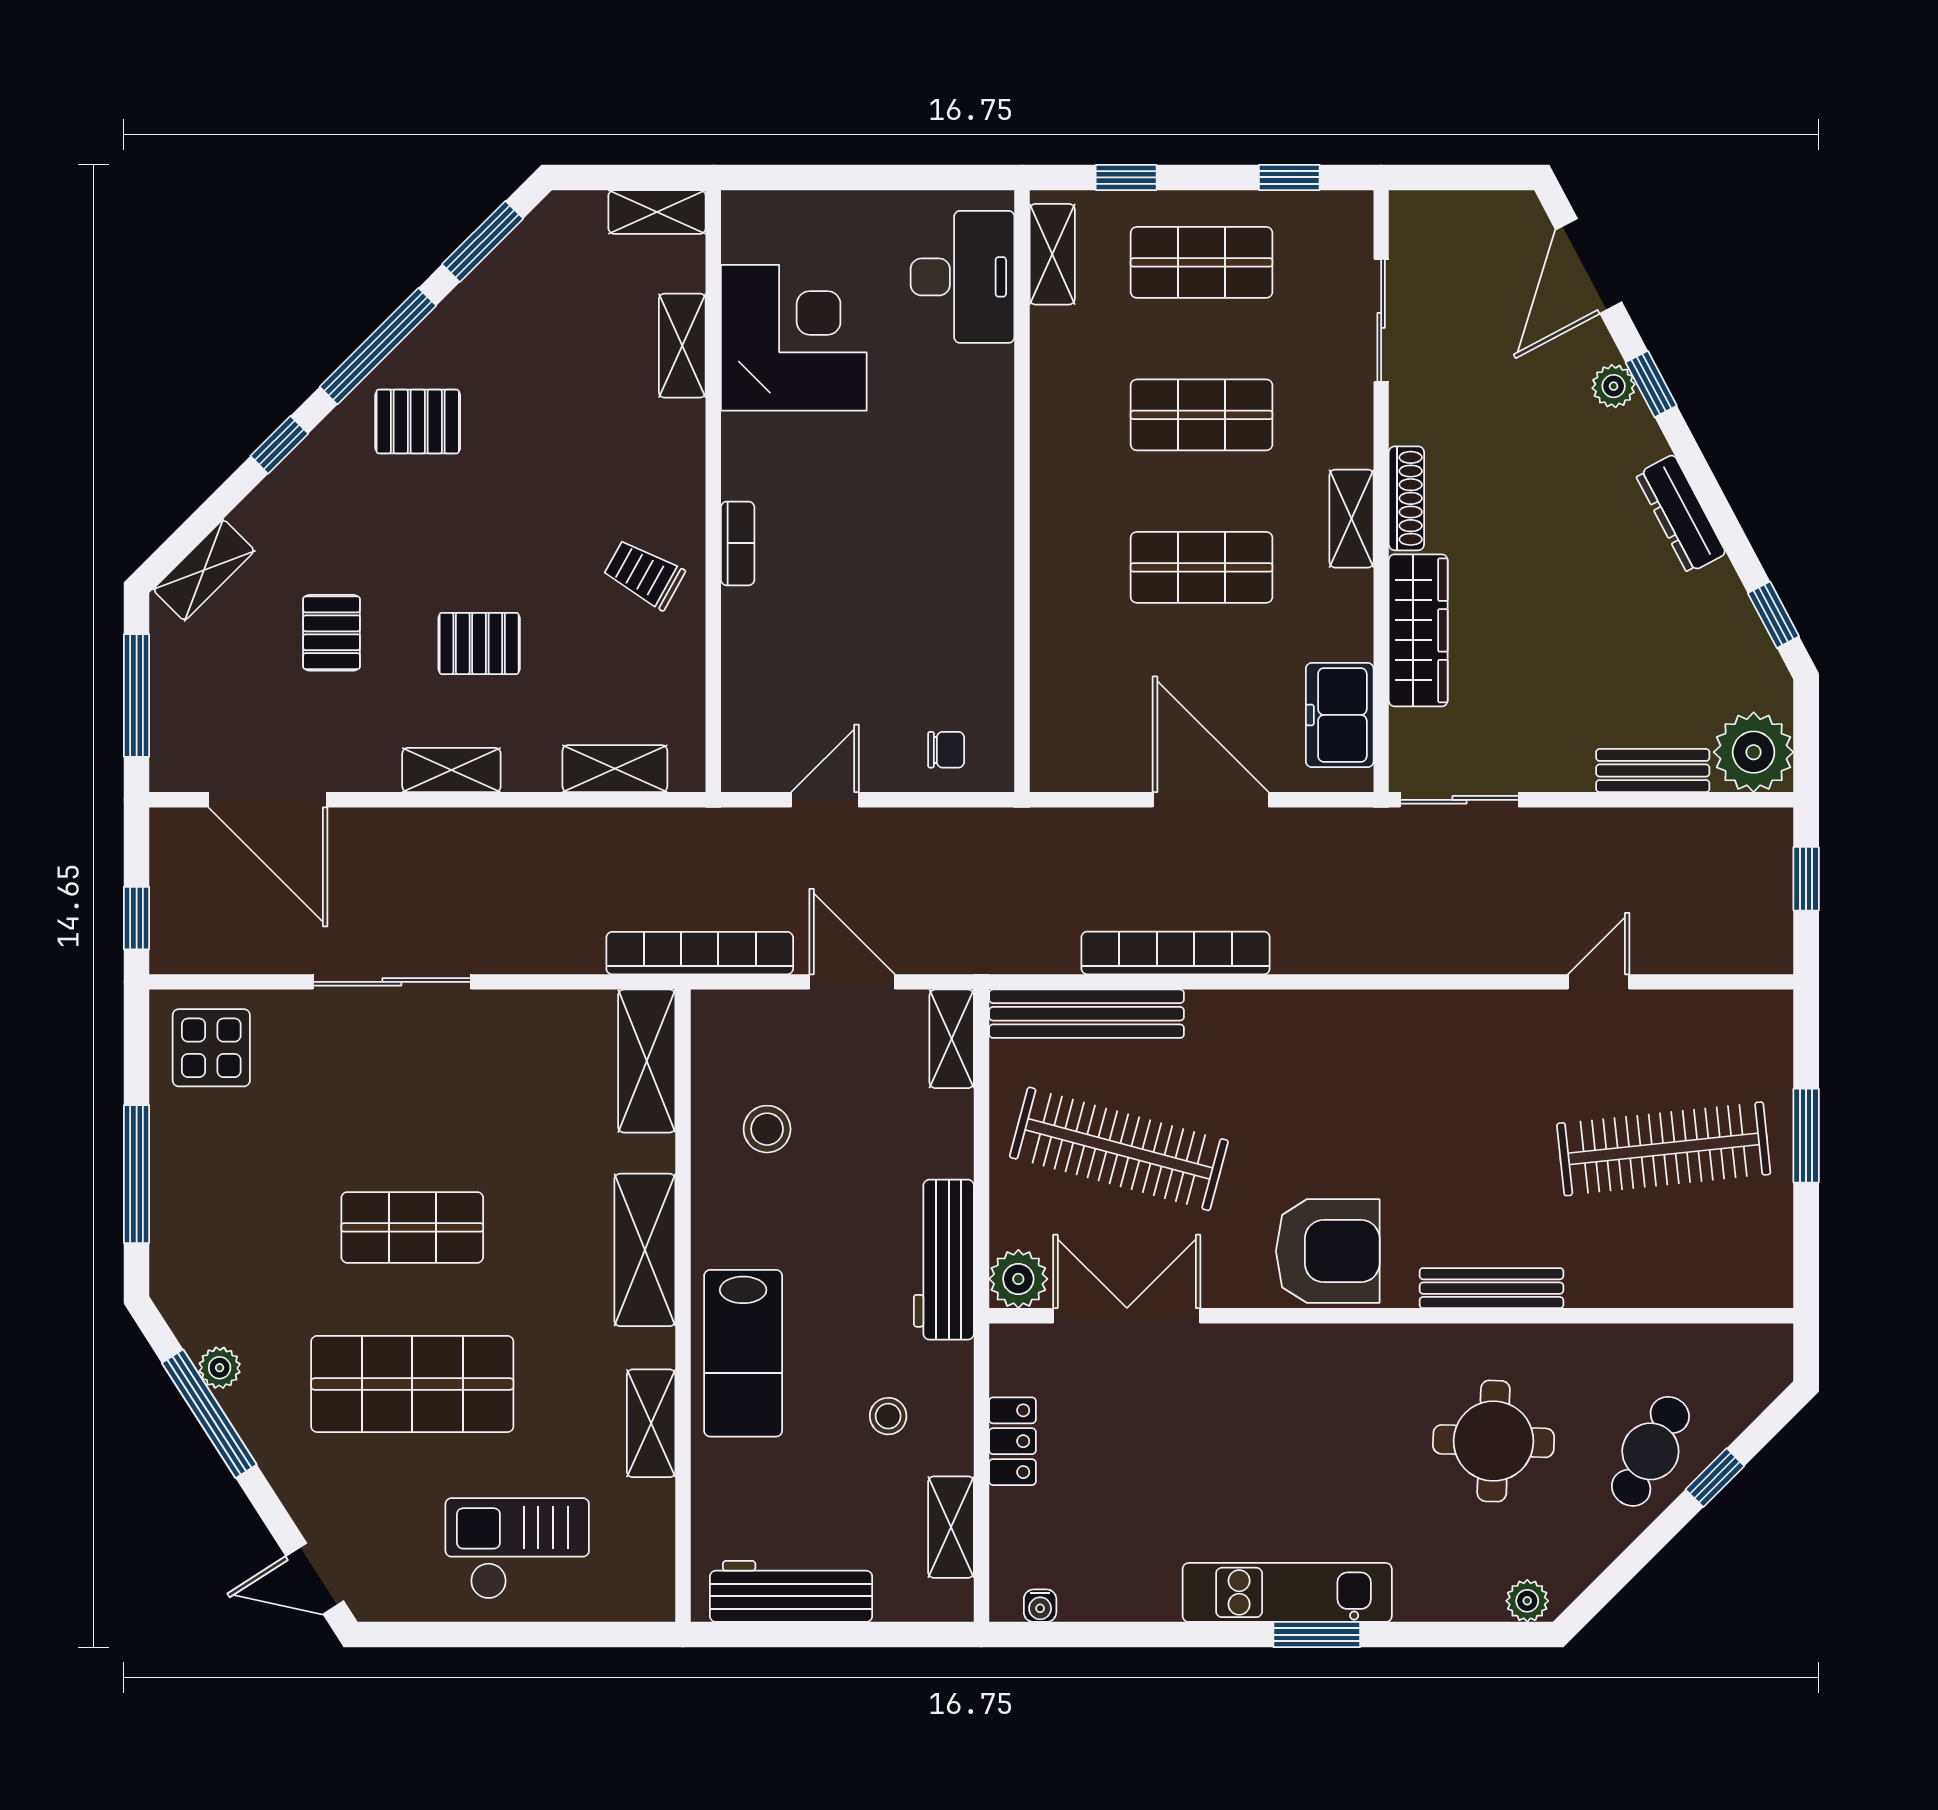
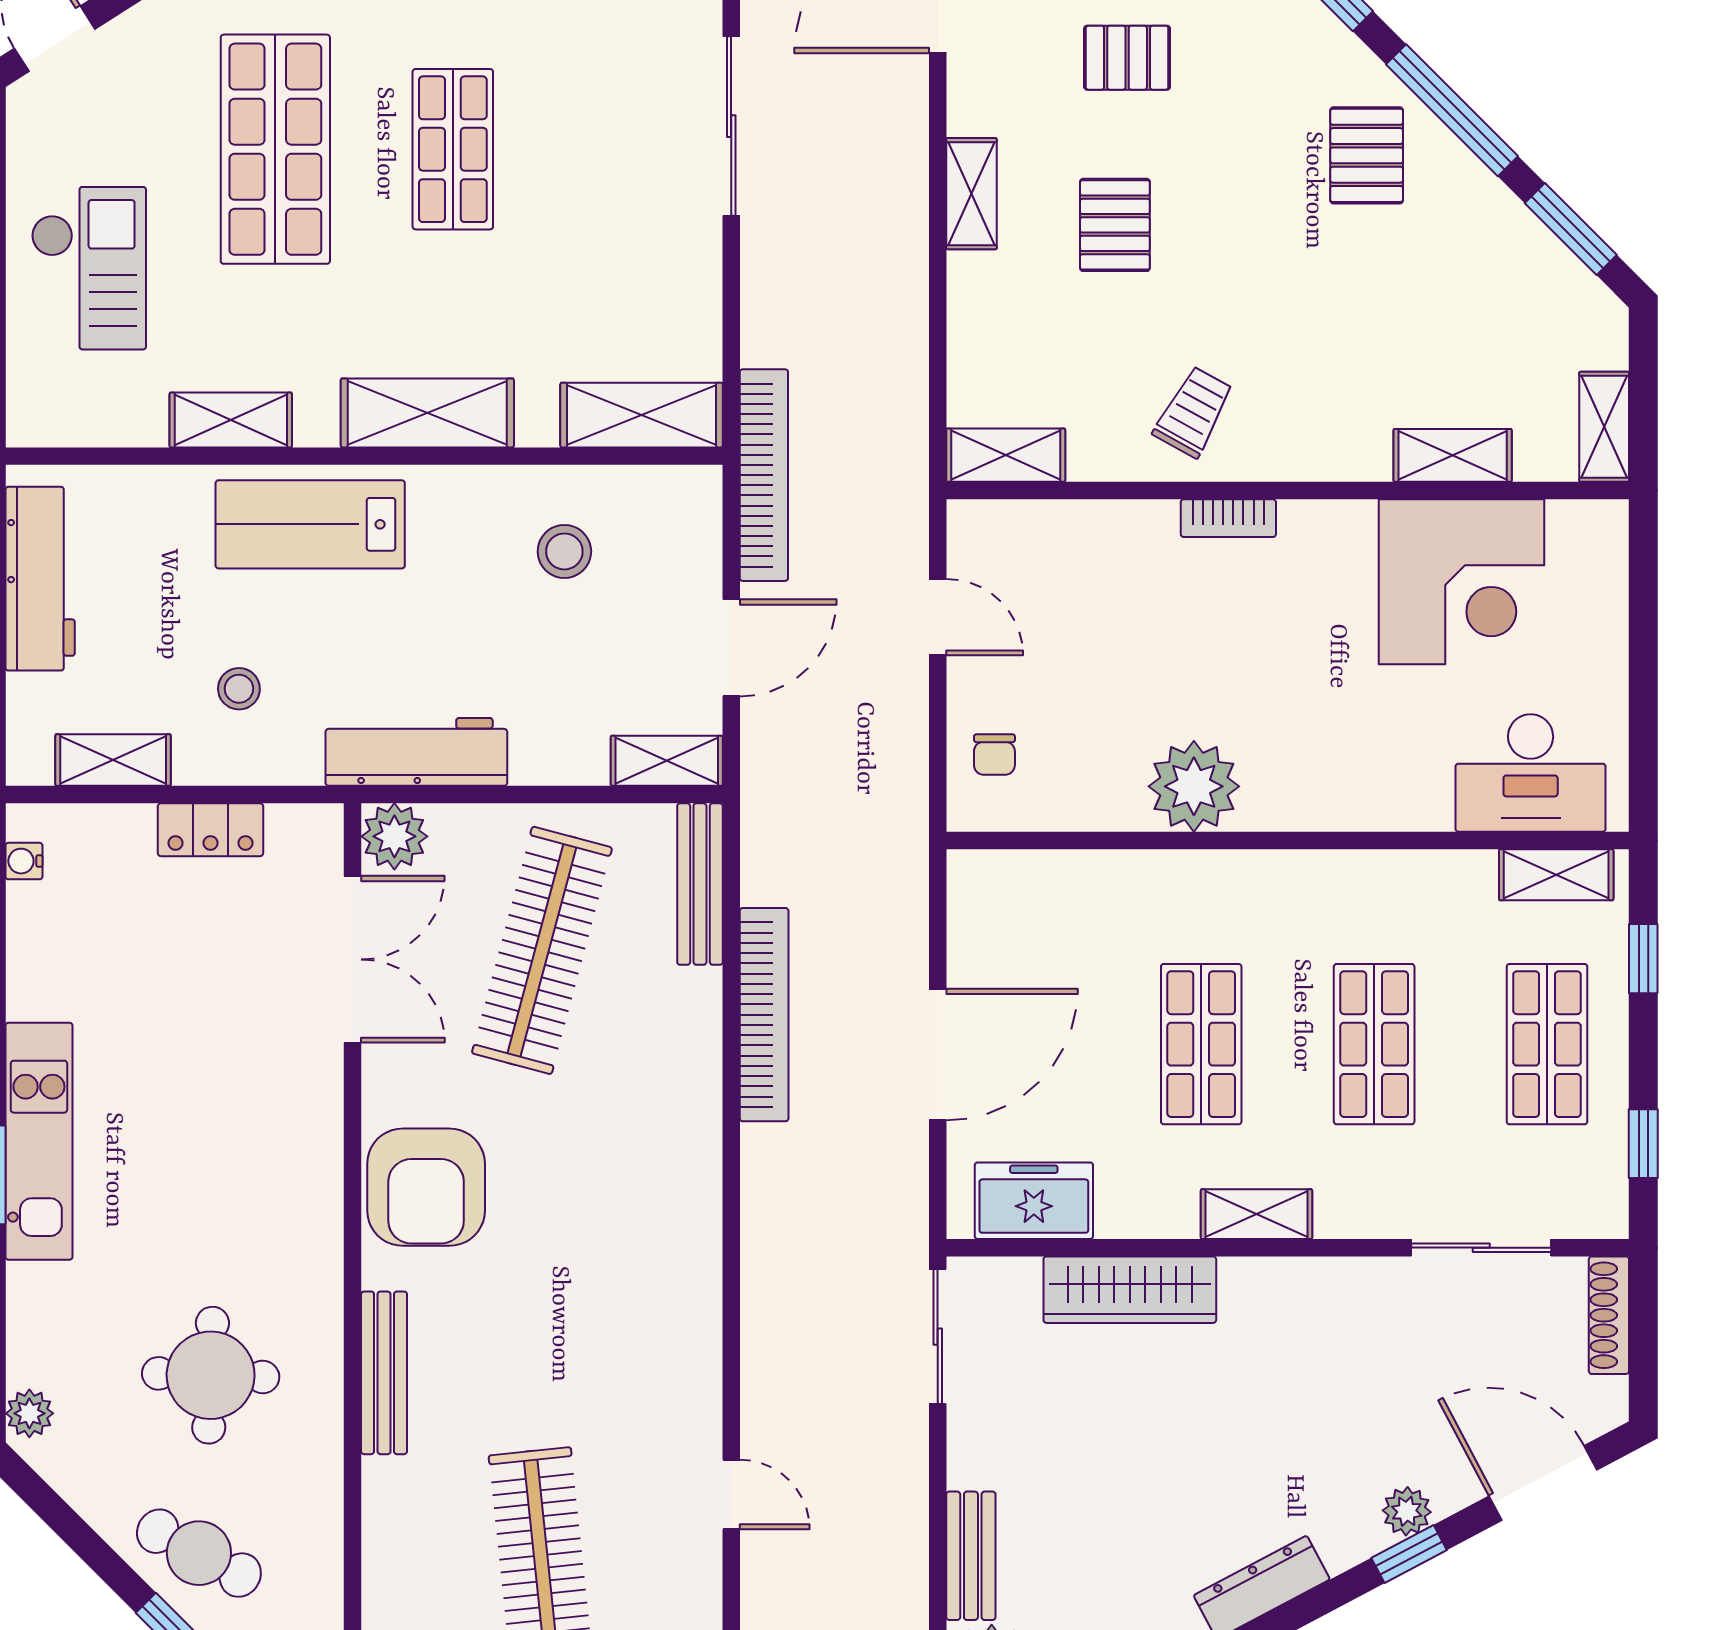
shoe rack: (1406, 498) -> (1609, 1315), moved, turned 90
plant: (974, 574) -> (1194, 786), added
shelving: (615, 769) -> (1006, 455), moved, turned 90
bench: (1087, 1014) -> (700, 884), width x0.73, depth x0.82

